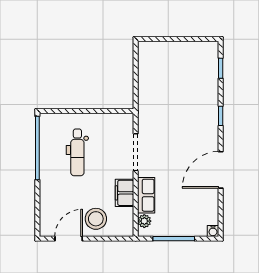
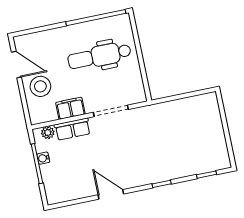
dental chair: (77, 152) -> (99, 56), width x1.36, depth x1.38
door: (221, 170) -> (111, 194), width x0.73
water cooler: (213, 231) -> (43, 158), moved

